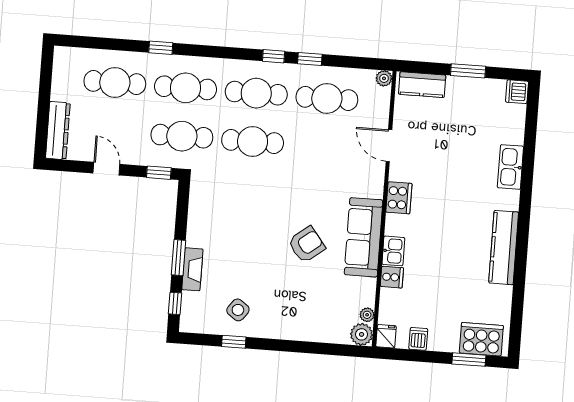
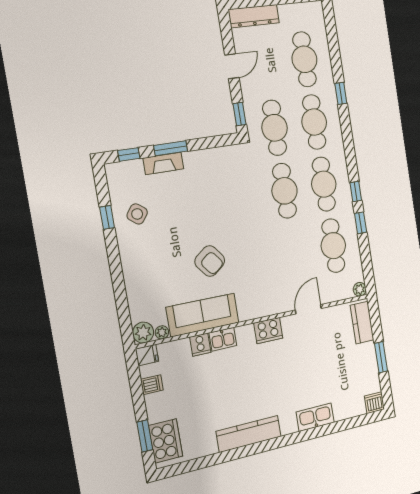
sofa: (364, 237) -> (203, 315), moved

